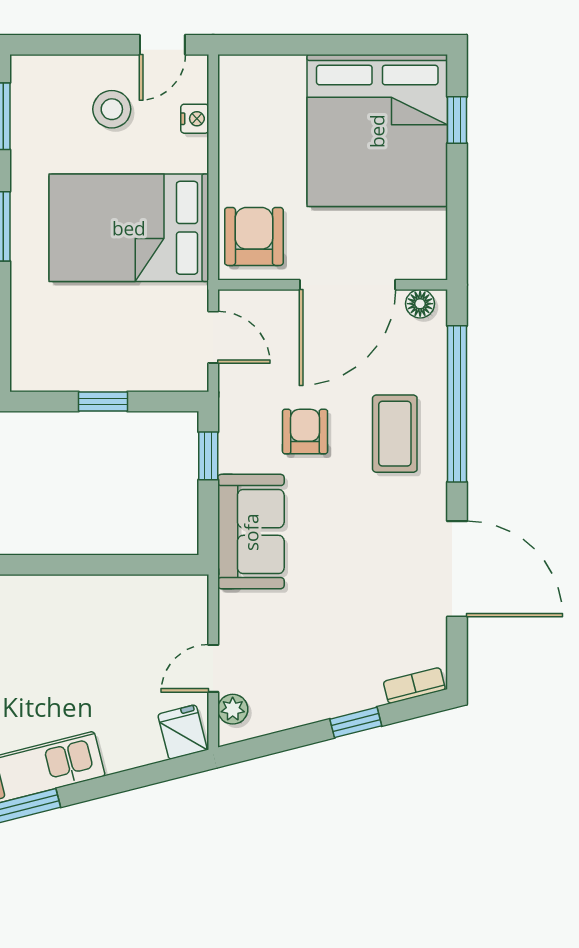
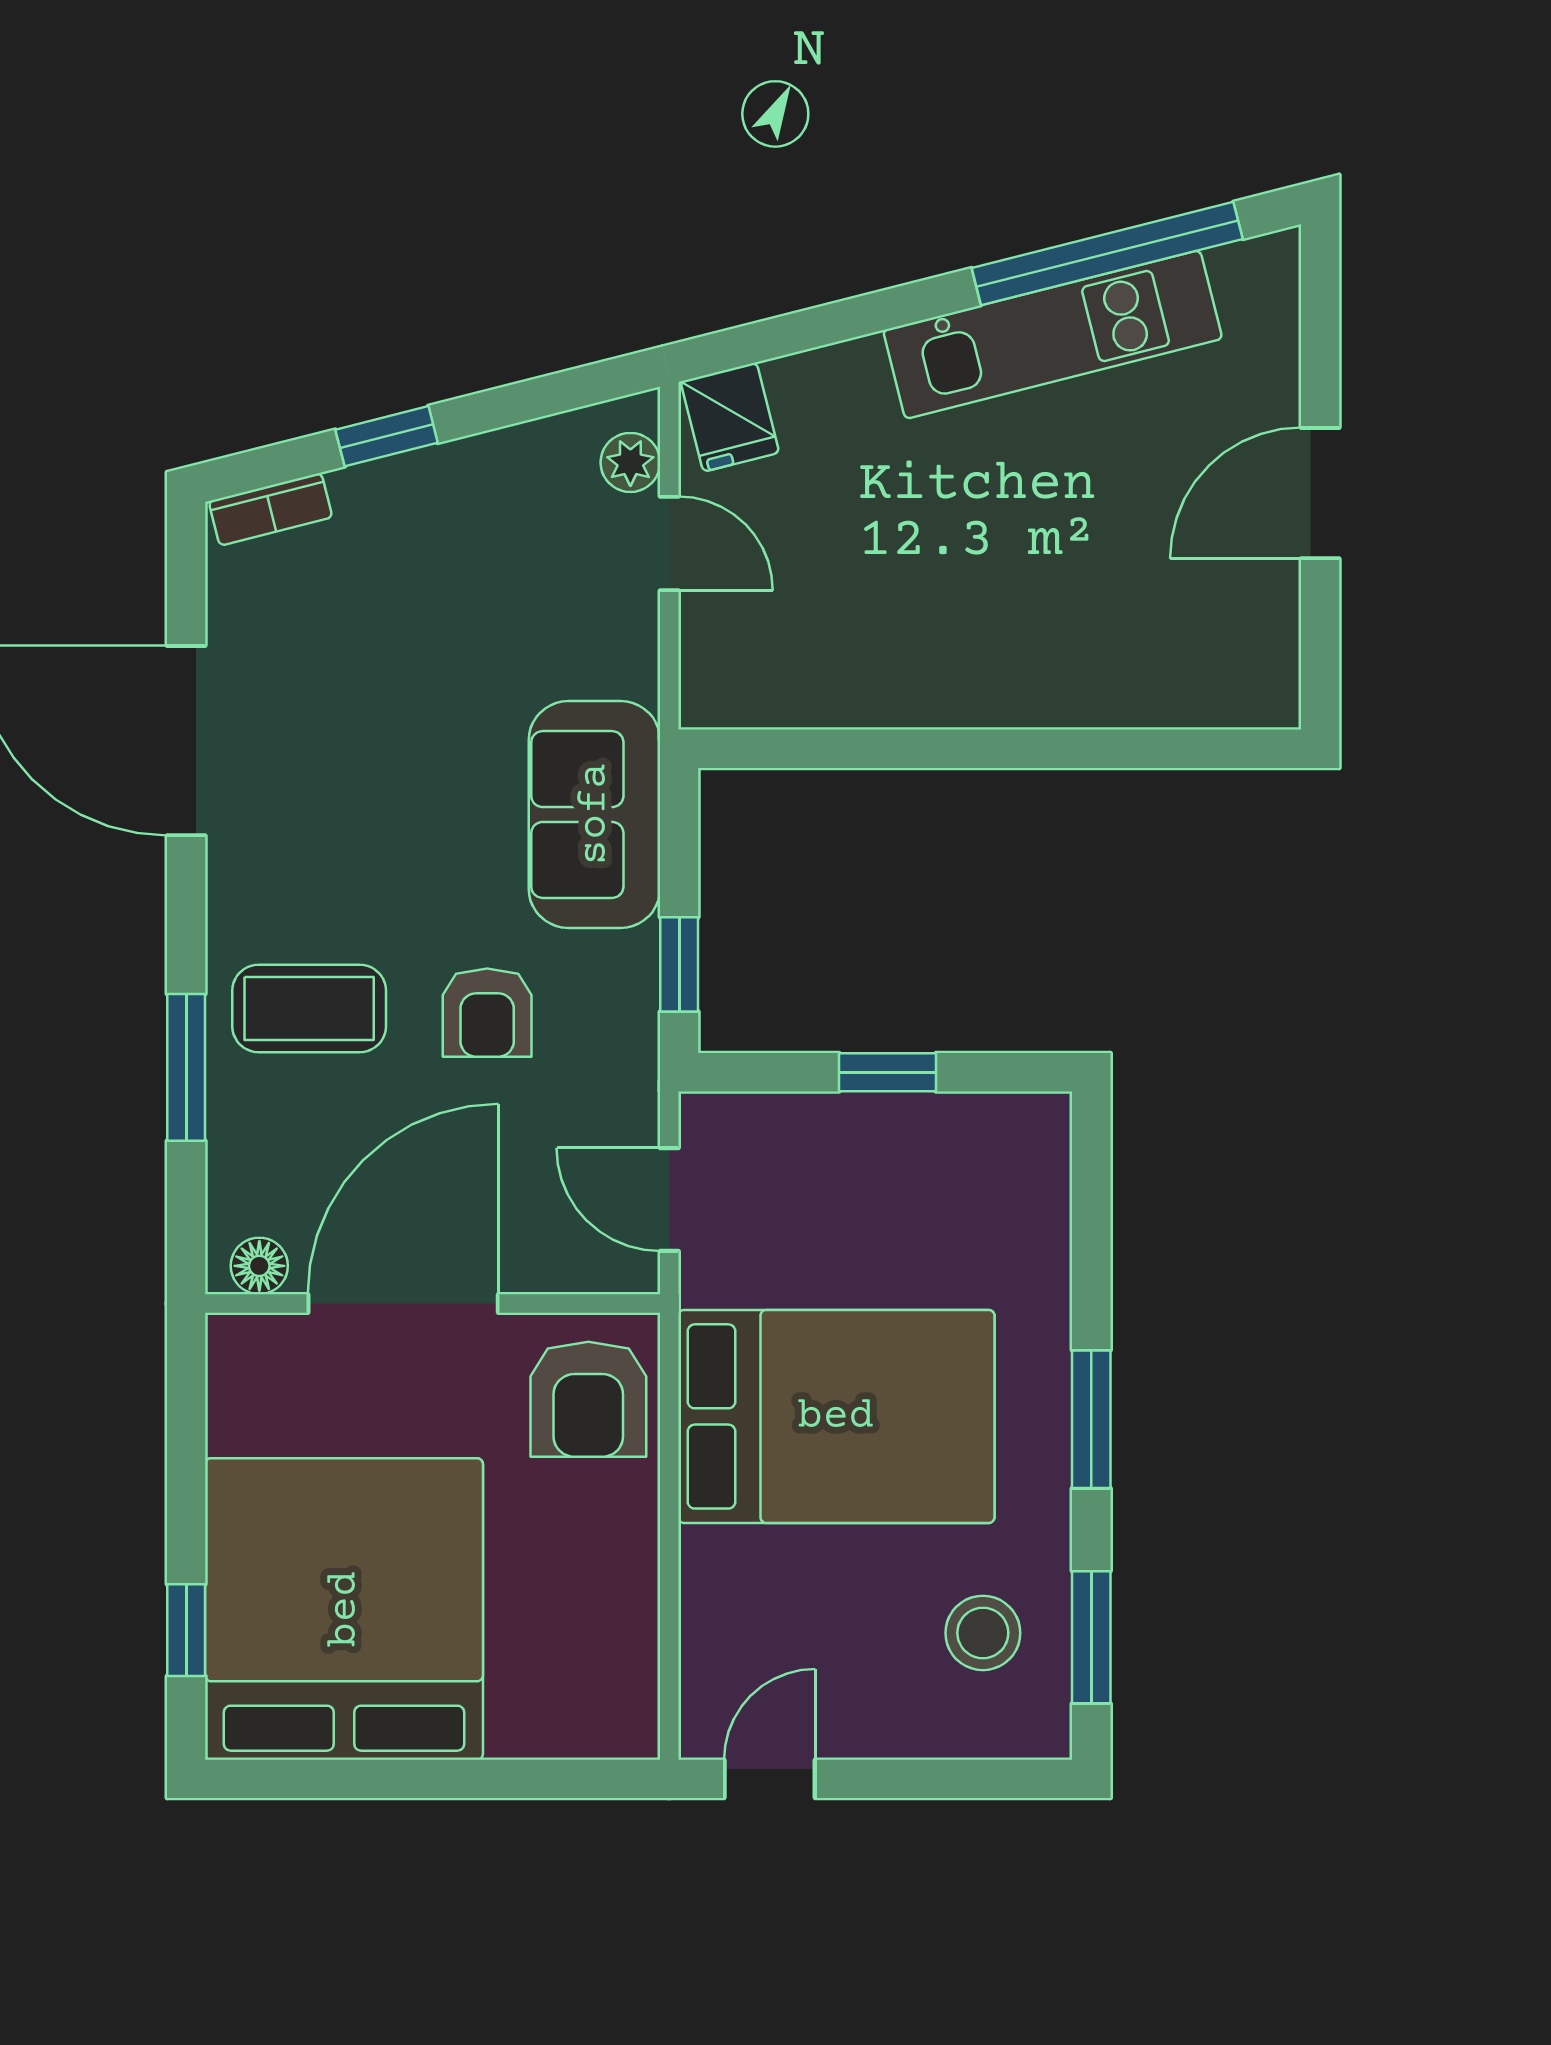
stool: (112, 109) -> (983, 1633), moved
nightstand: (195, 119) -> (706, 1633), removed
window: (457, 404) -> (186, 1067), width x0.47
coffee table: (395, 434) -> (309, 1008), turned 90
door: (213, 668) -> (669, 543), hinge flipped

